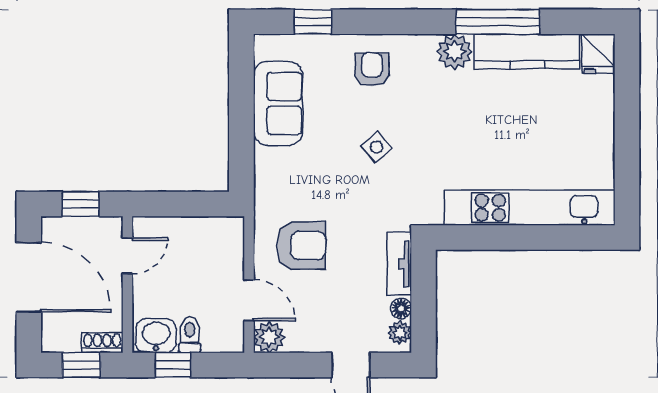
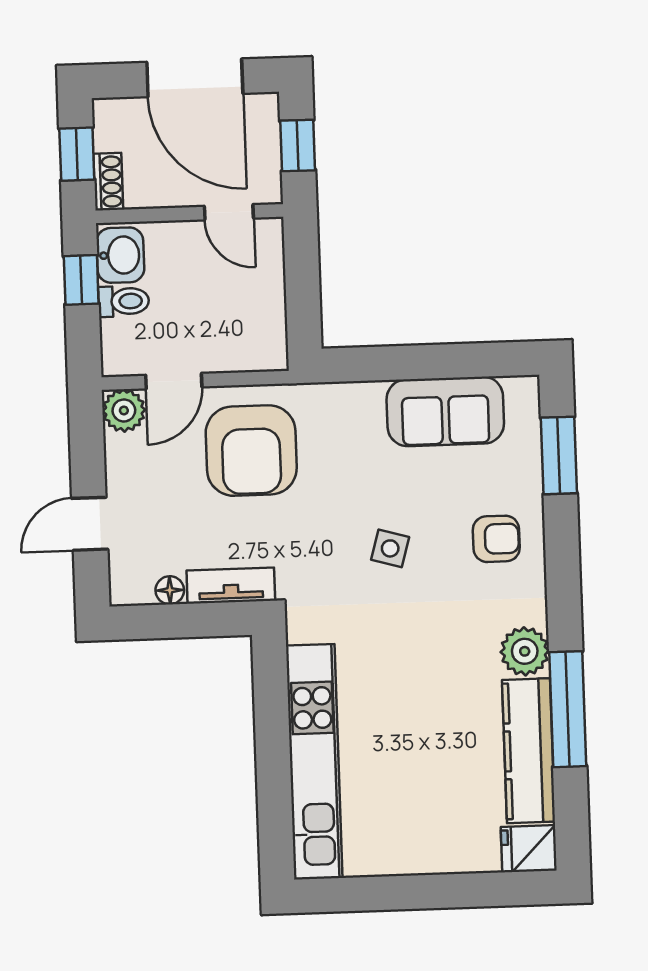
window: (313, 22) -> (559, 455), width x1.50
side table: (376, 147) -> (390, 548), turned -33
armchair: (301, 246) -> (251, 451), width x1.36, depth x1.36
door: (29, 277) -> (195, 78), hinge flipped
plant: (400, 333) -> (136, 590), removed

